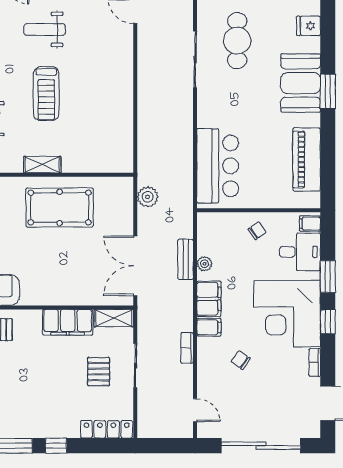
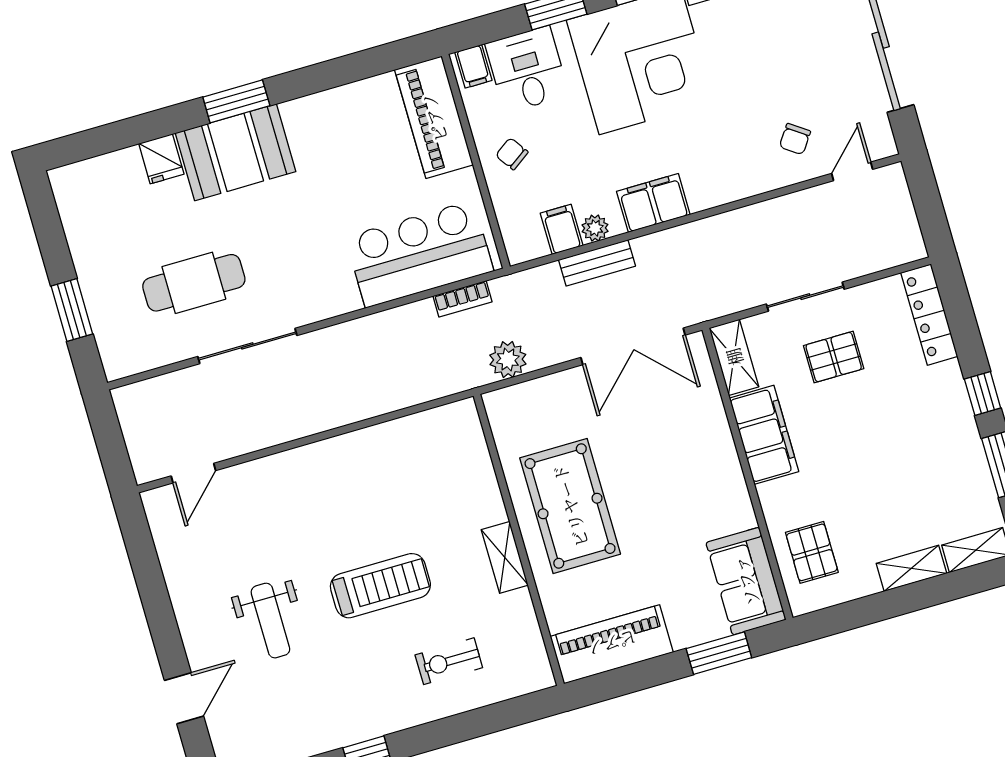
fridge: (309, 26) -> (161, 159), moved
piano: (307, 159) -> (434, 117), moved, turned 90
filing cabinet: (209, 327) -> (562, 229), moved
bookcase: (187, 348) -> (463, 299), moved
chair: (241, 360) -> (795, 139), moved

